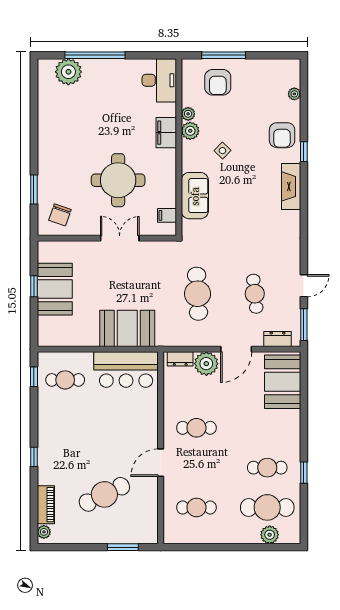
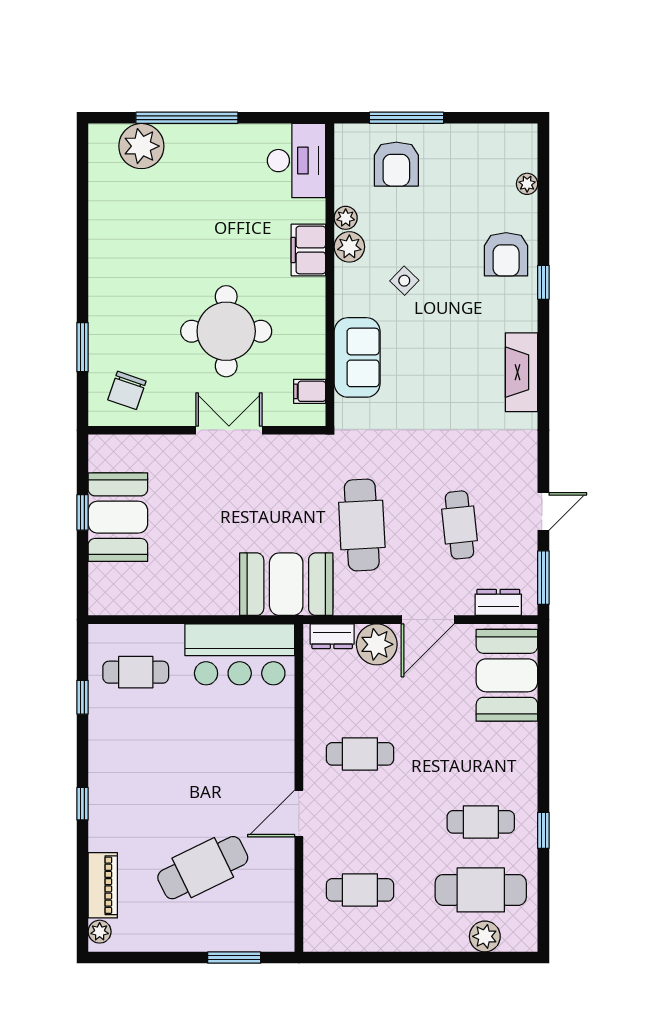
fireplace: (291, 186) -> (522, 372), moved
booth: (127, 328) -> (286, 584), moved
window: (34, 377) -> (82, 697), moved

